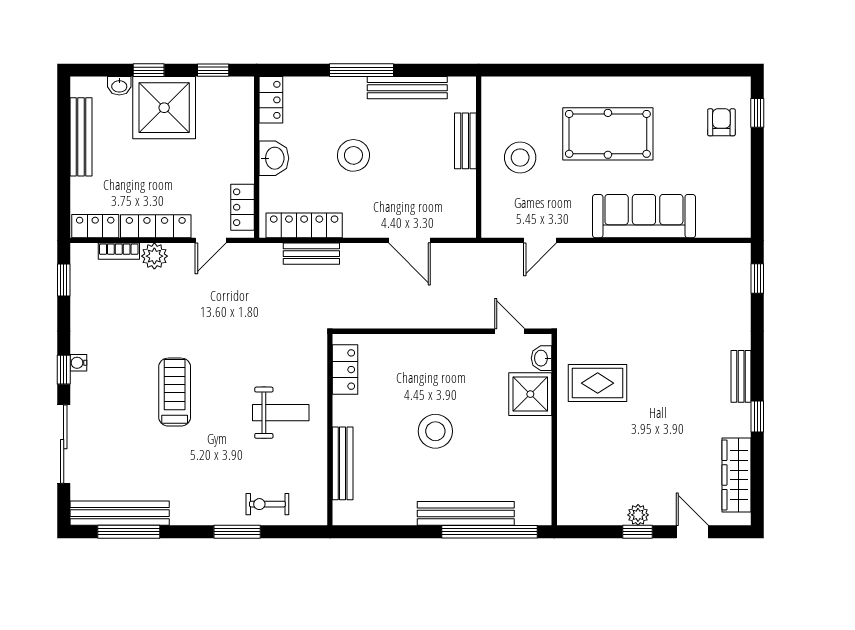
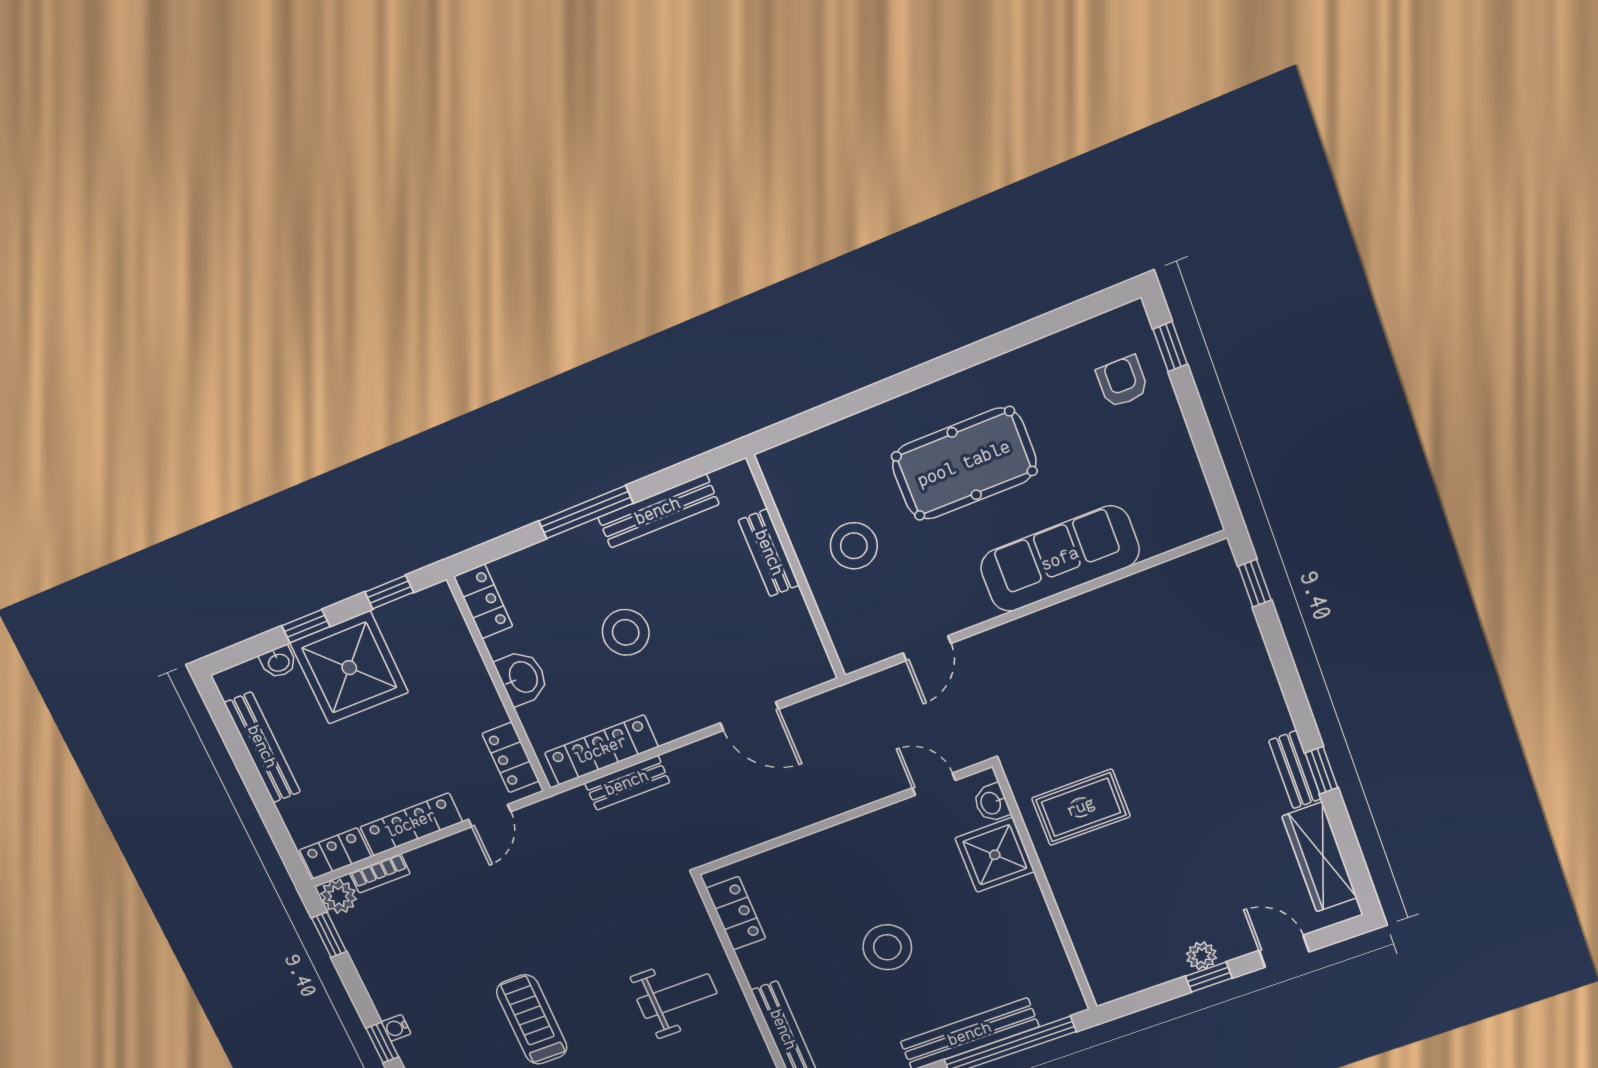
plant: (154, 256) -> (339, 896), moved
bench: (741, 376) -> (1295, 770), moved

